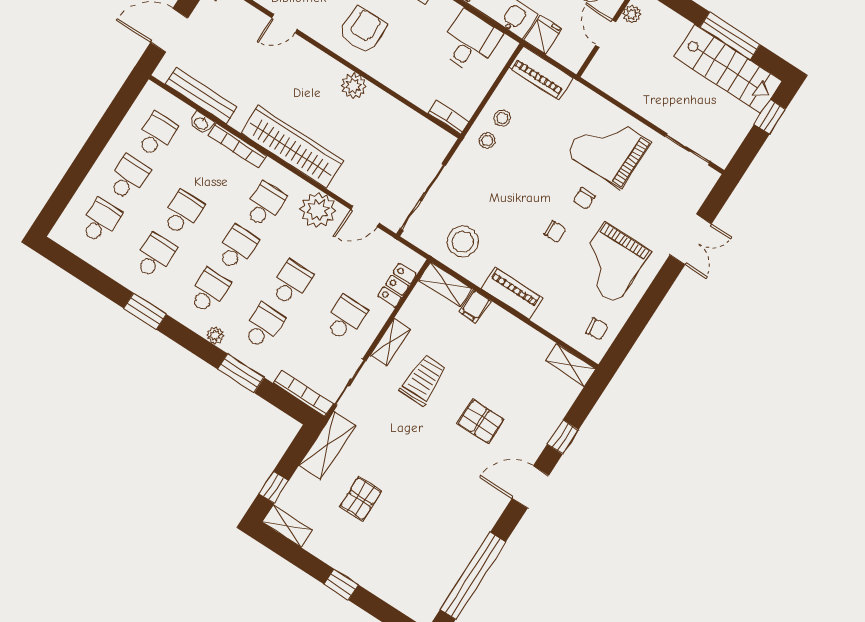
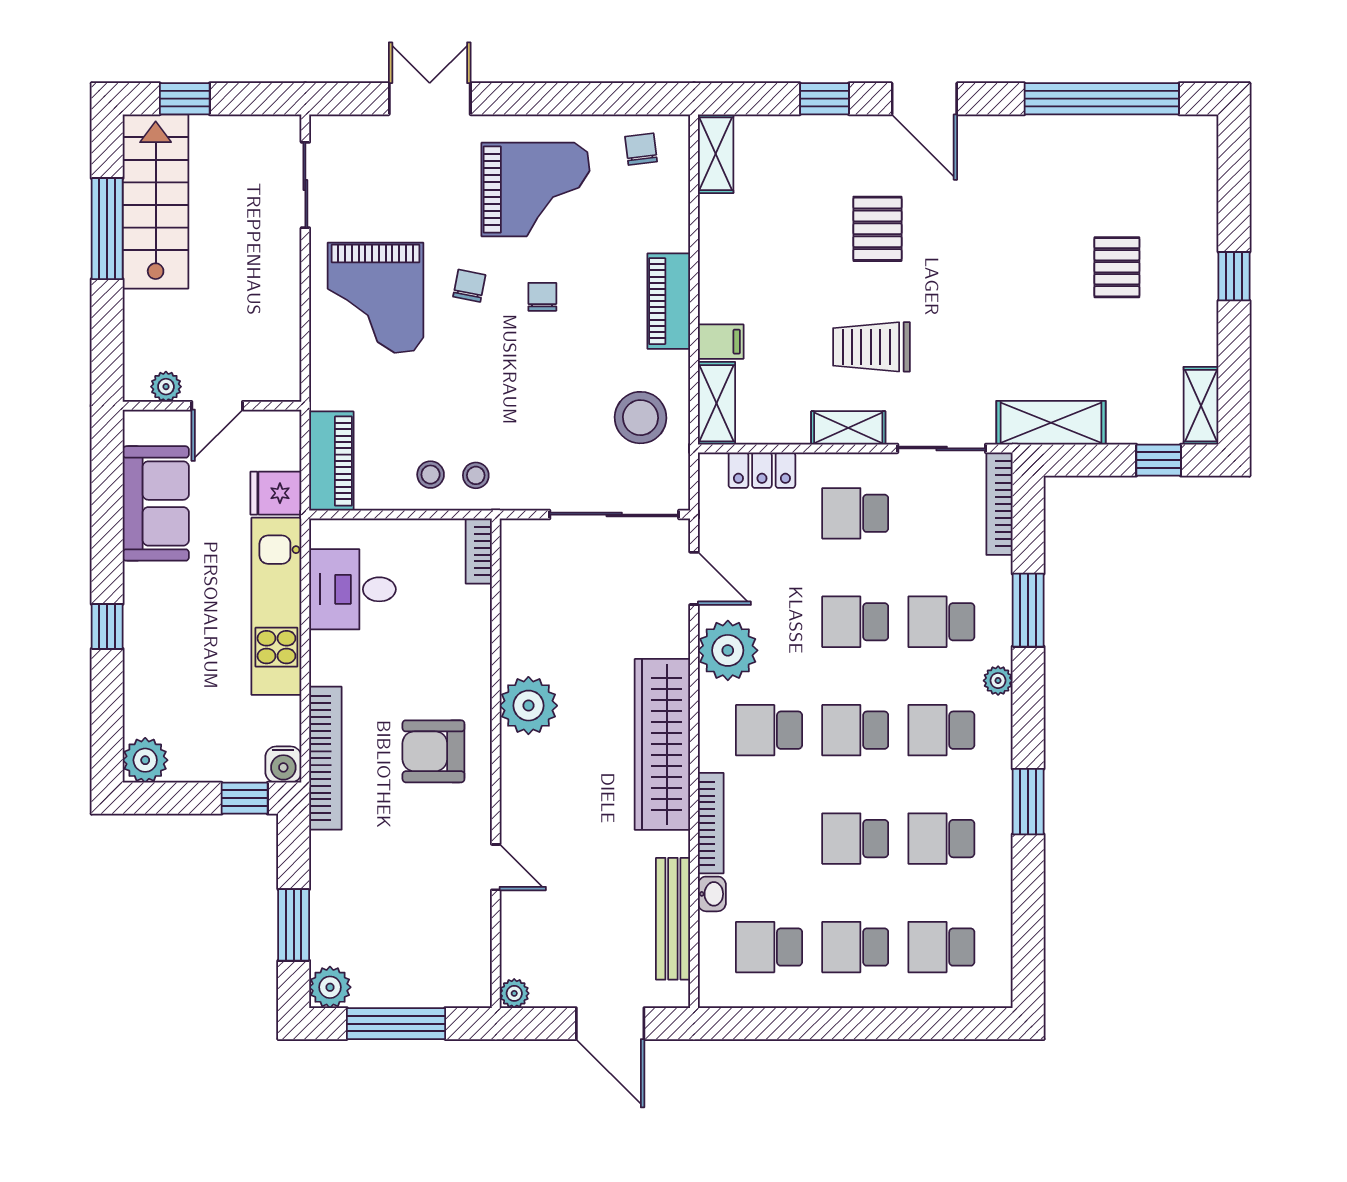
plant: (353, 86) -> (528, 706), width x1.36, depth x1.36
chair: (584, 199) -> (469, 286), turned -79
pallet: (361, 499) -> (1117, 267), moved, turned 90

